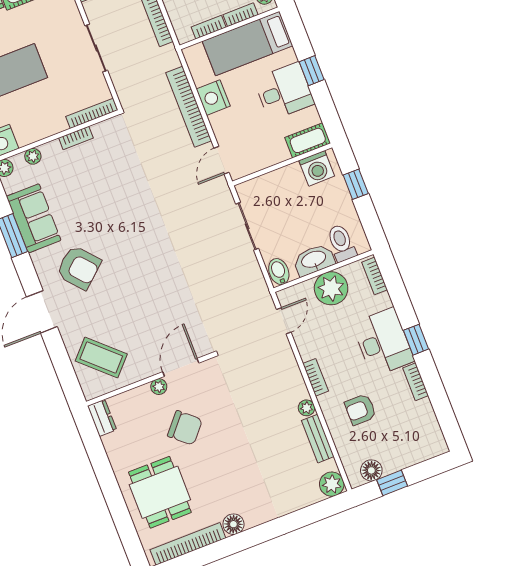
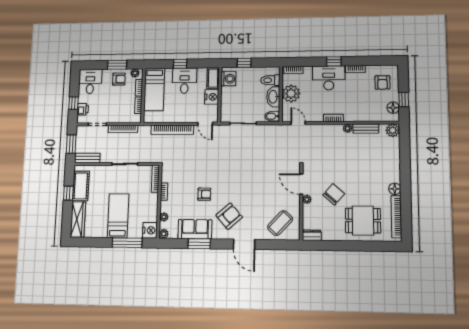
nightstand: (213, 98) -> (212, 97), moved, turned -90
armchair: (99, 210) -> (204, 194), added
armchair: (360, 410) -> (382, 82), moved

